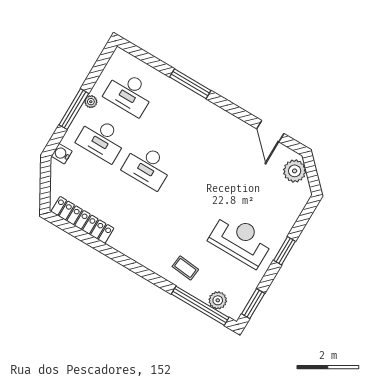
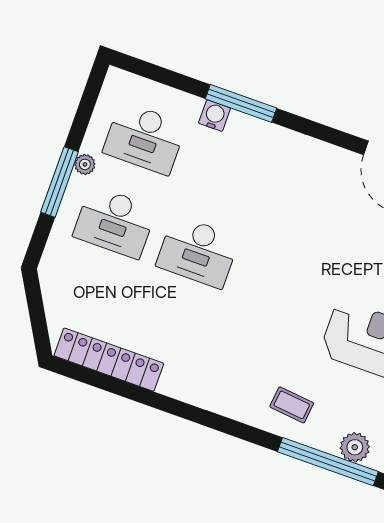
water cooler: (62, 154) -> (215, 116), moved, turned 90

